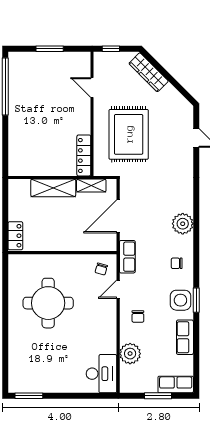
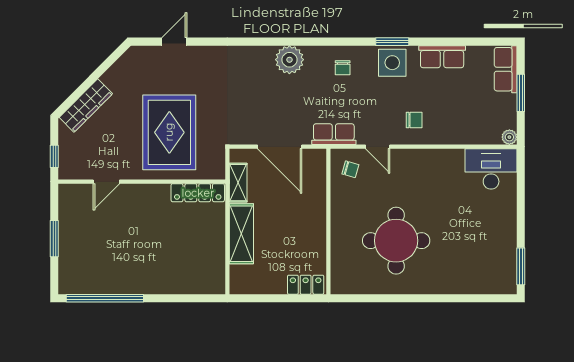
rug: (129, 134) -> (169, 132), turned 90
plant: (130, 354) -> (509, 137), moved, width x0.53, depth x0.53

